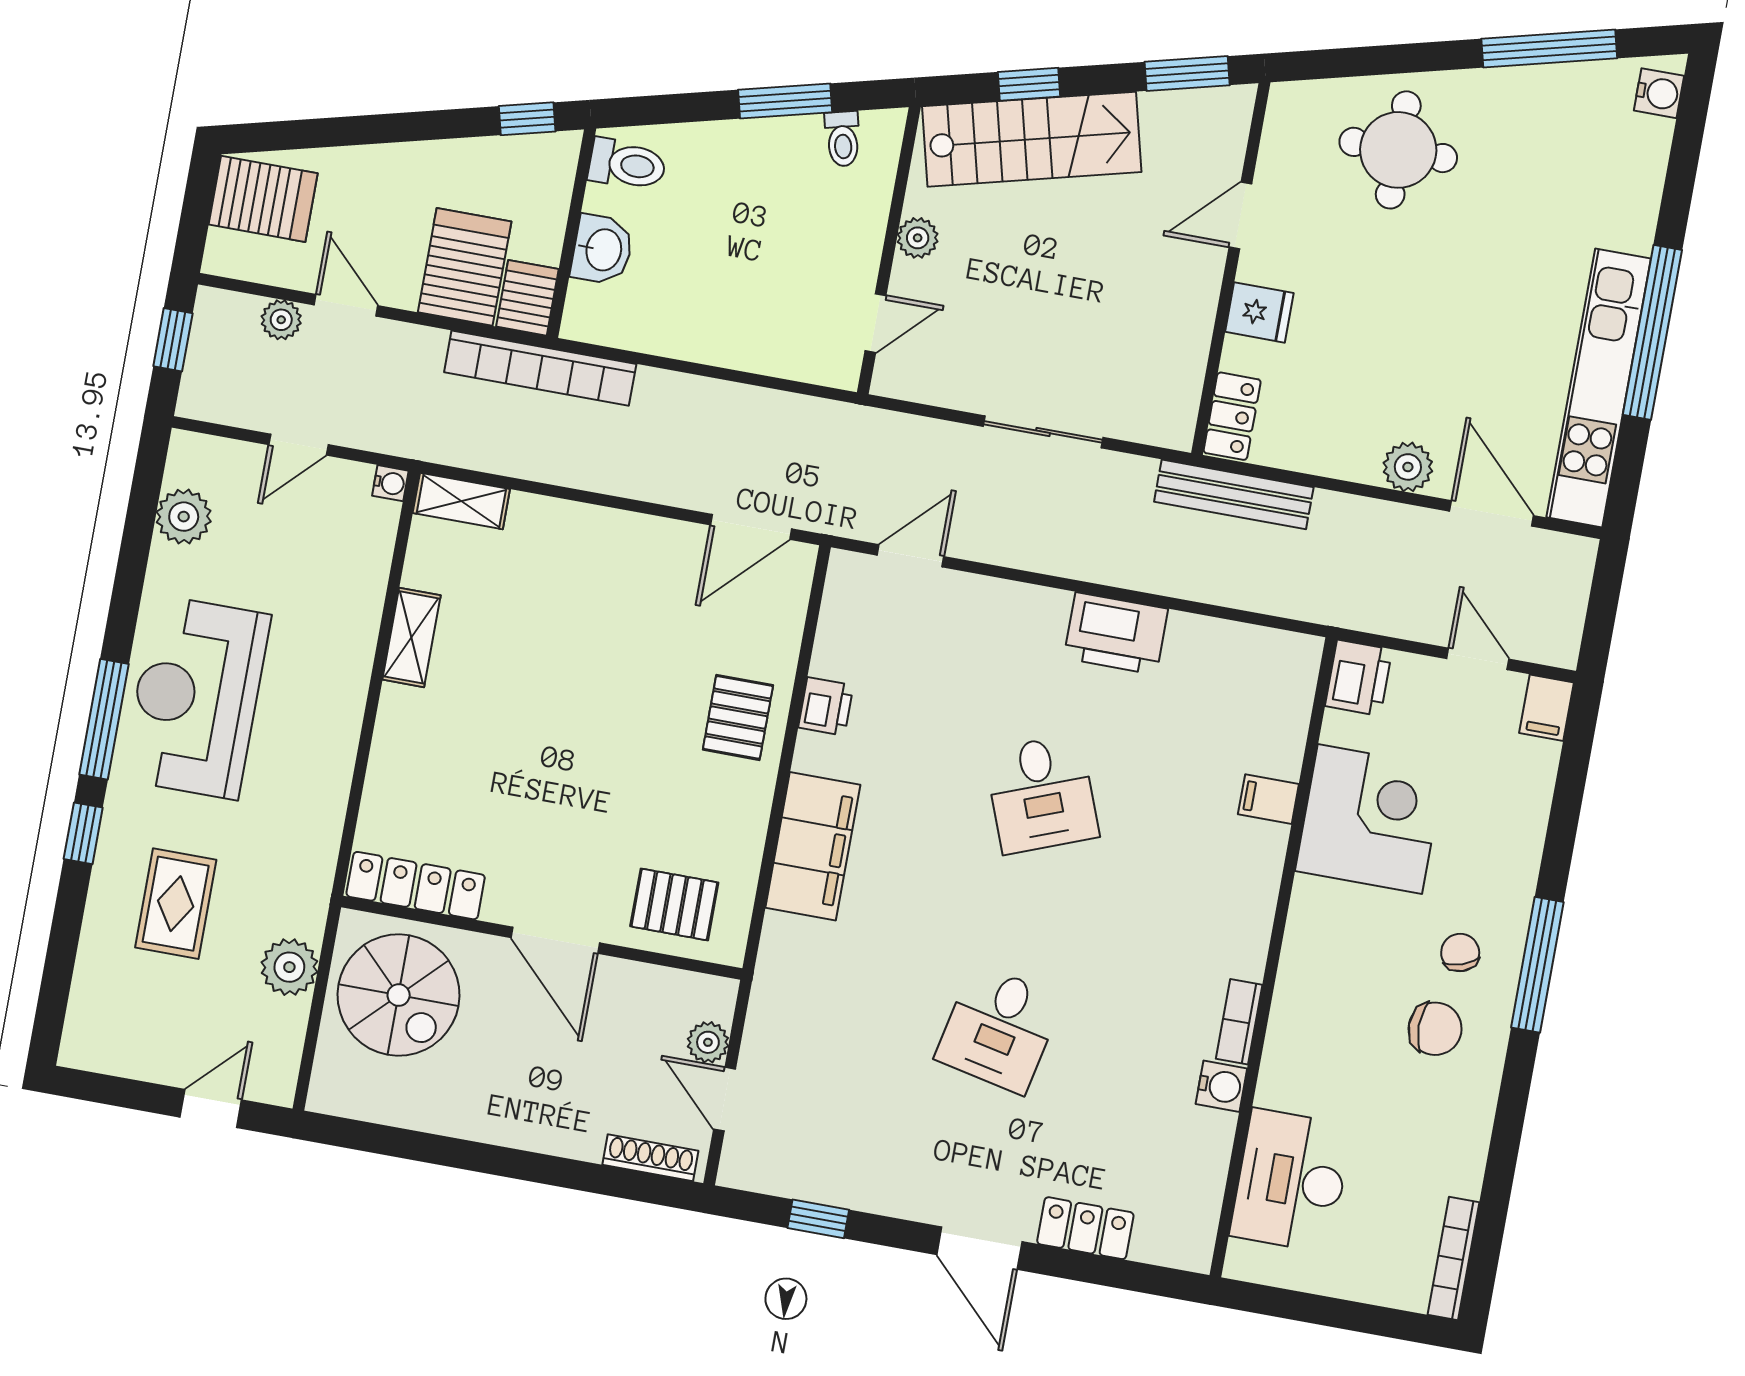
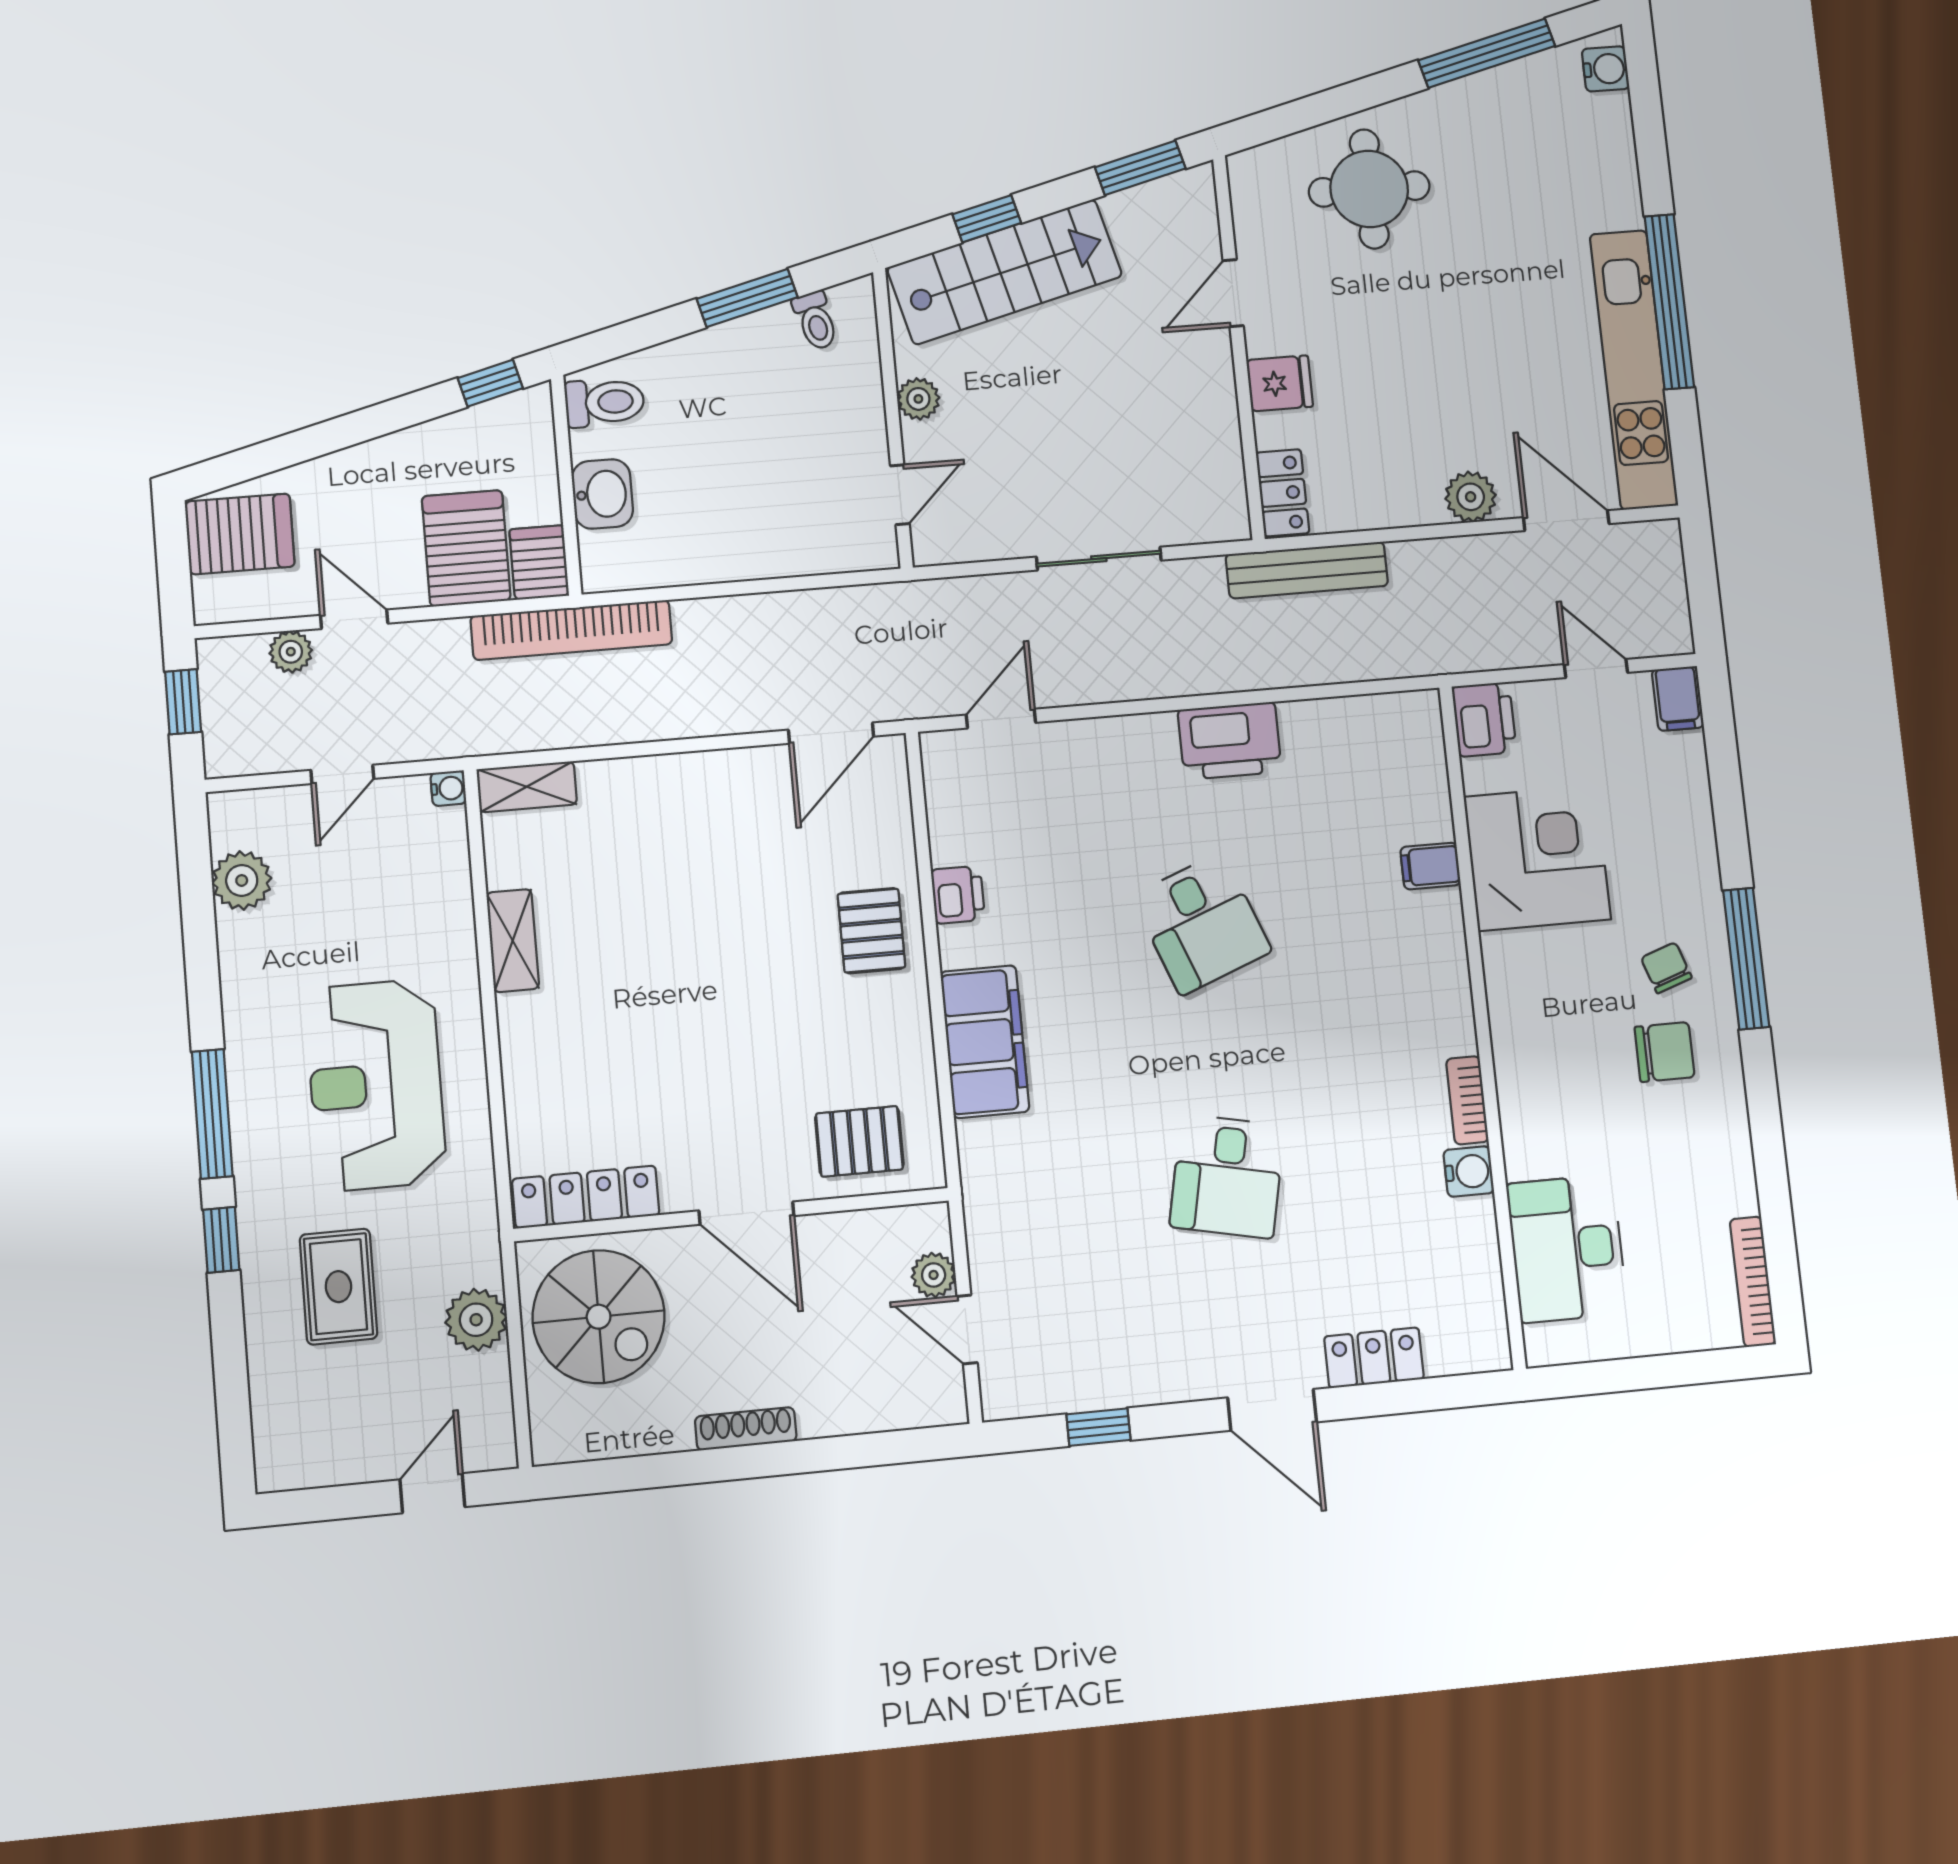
reception desk: (196, 697) -> (376, 1085), moved
shoe rack: (650, 1158) -> (746, 1429), moved

